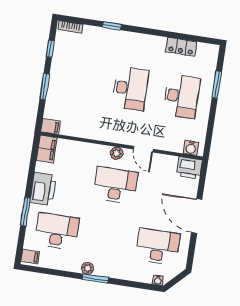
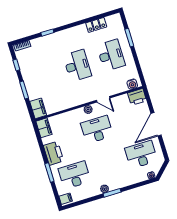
filing cabinet: (50, 126) -> (38, 108), width x2.00
door: (197, 216) -> (156, 124), hinge flipped

